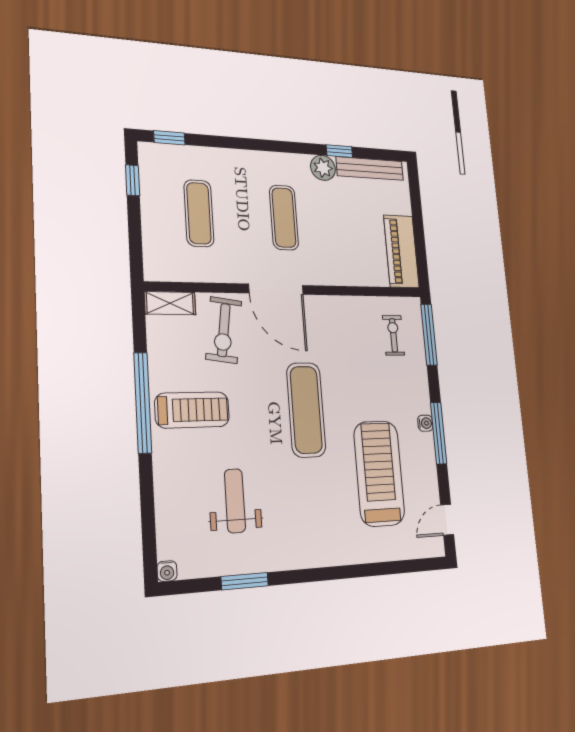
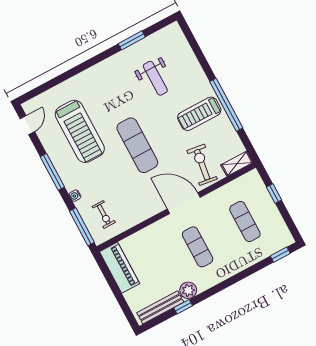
window: (133, 180) -> (274, 194), moved
water cooler: (425, 423) -> (75, 196), moved
water cooler: (167, 571) -> (175, 28), removed

